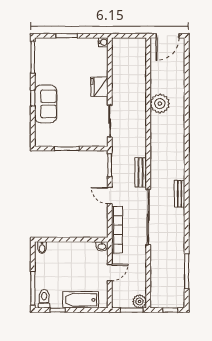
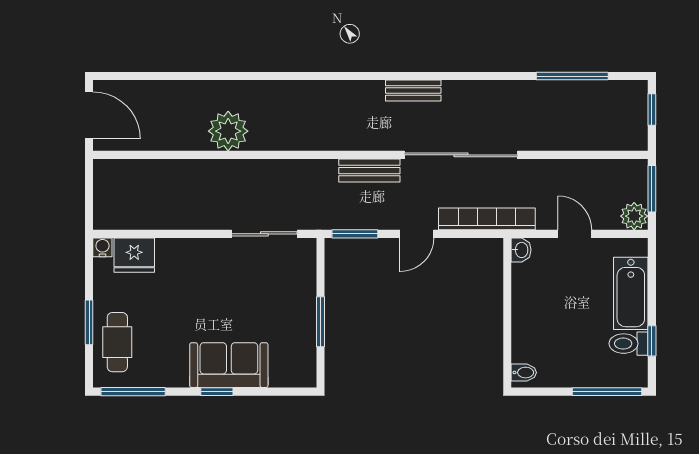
cafe table: (57, 49) -> (117, 342), added
fridge: (99, 87) -> (134, 255), moved
toilet: (44, 299) -> (629, 344), moved
plant: (140, 301) -> (634, 216), moved

